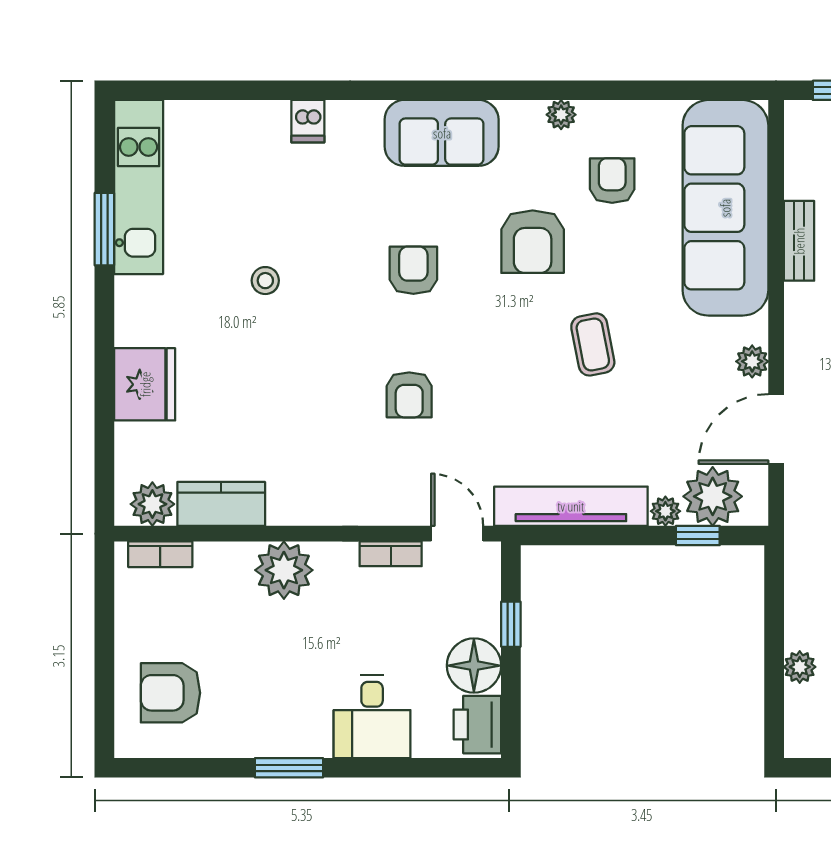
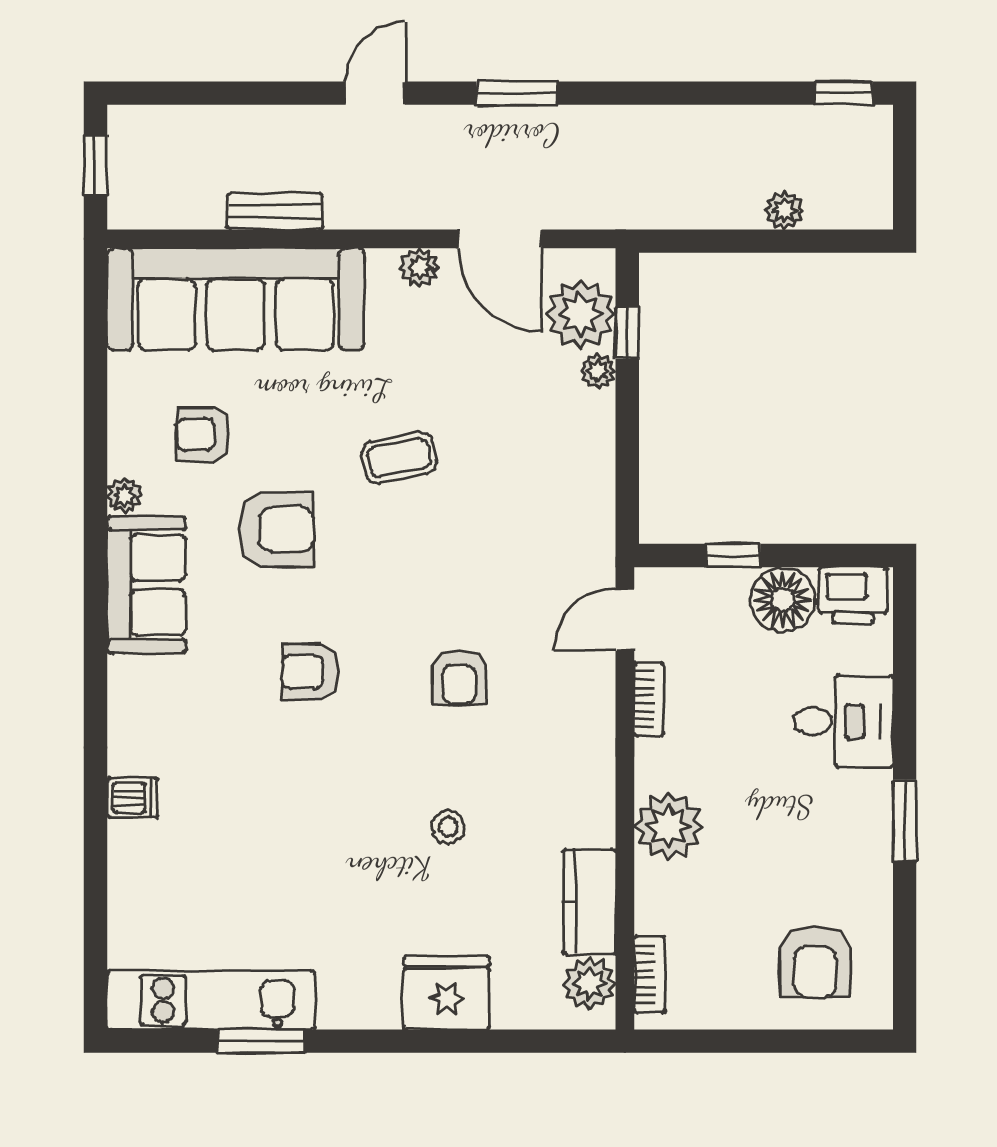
sofa: (442, 133) -> (146, 585), moved
stool: (265, 281) -> (448, 827), moved
armchair: (409, 395) -> (459, 677), turned 90
tv unit: (571, 506) -> (592, 484), removed

